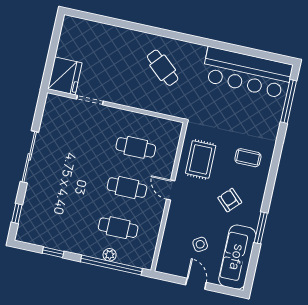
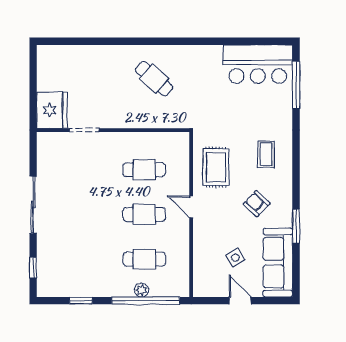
bar counter: (247, 73) -> (258, 64), width x0.73
coffee table: (248, 158) -> (266, 154), turned 90

